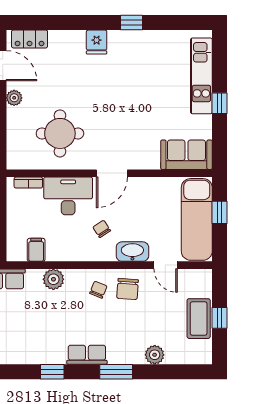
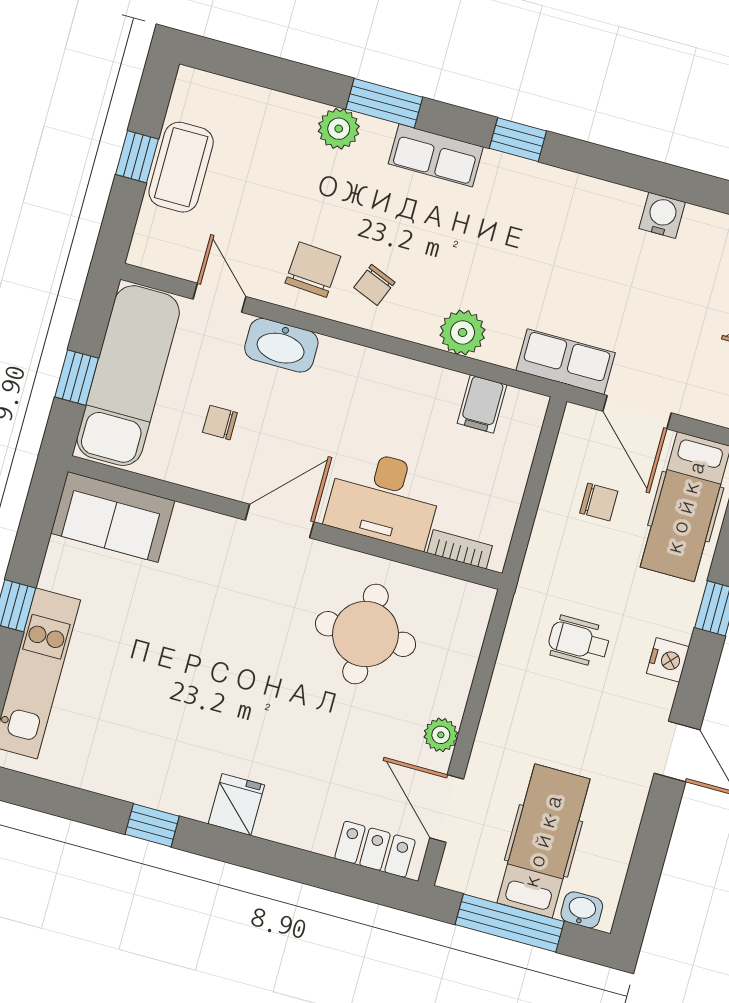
chair: (102, 229) -> (220, 423), moved, turned 123
plant: (155, 355) -> (339, 129), moved

